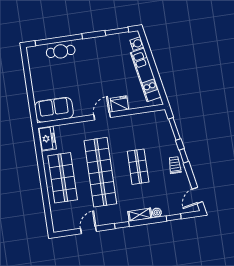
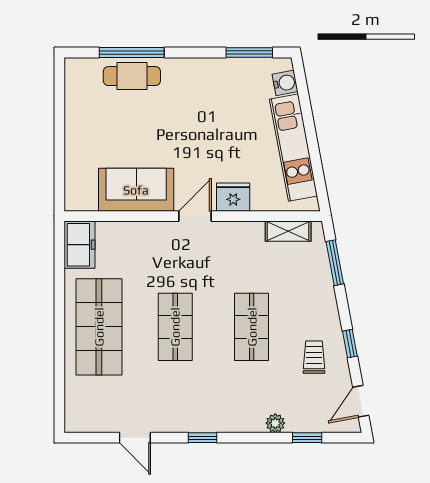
window: (59, 40) -> (132, 52), width x0.68
sofa: (54, 110) -> (136, 190), moved
window: (184, 156) -> (350, 344), moved
trolley: (175, 165) -> (314, 357), moved
shop shelf: (100, 172) -> (175, 327), width x0.50, depth x0.74
shelving: (140, 215) -> (288, 231), moved
door: (89, 230) -> (135, 438), swing flipped

